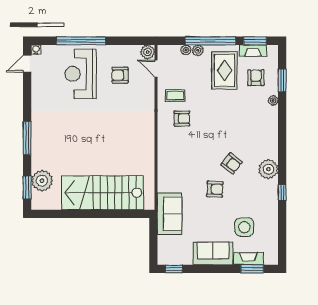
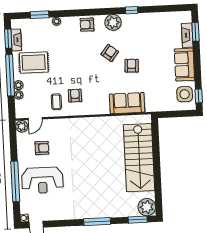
armchair: (120, 75) -> (42, 148), turned -90
armchair: (256, 78) -> (87, 25), moved
plant: (42, 181) -> (147, 207), moved
sofa: (169, 214) -> (127, 103), moved
side table: (244, 227) -> (185, 94), moved

